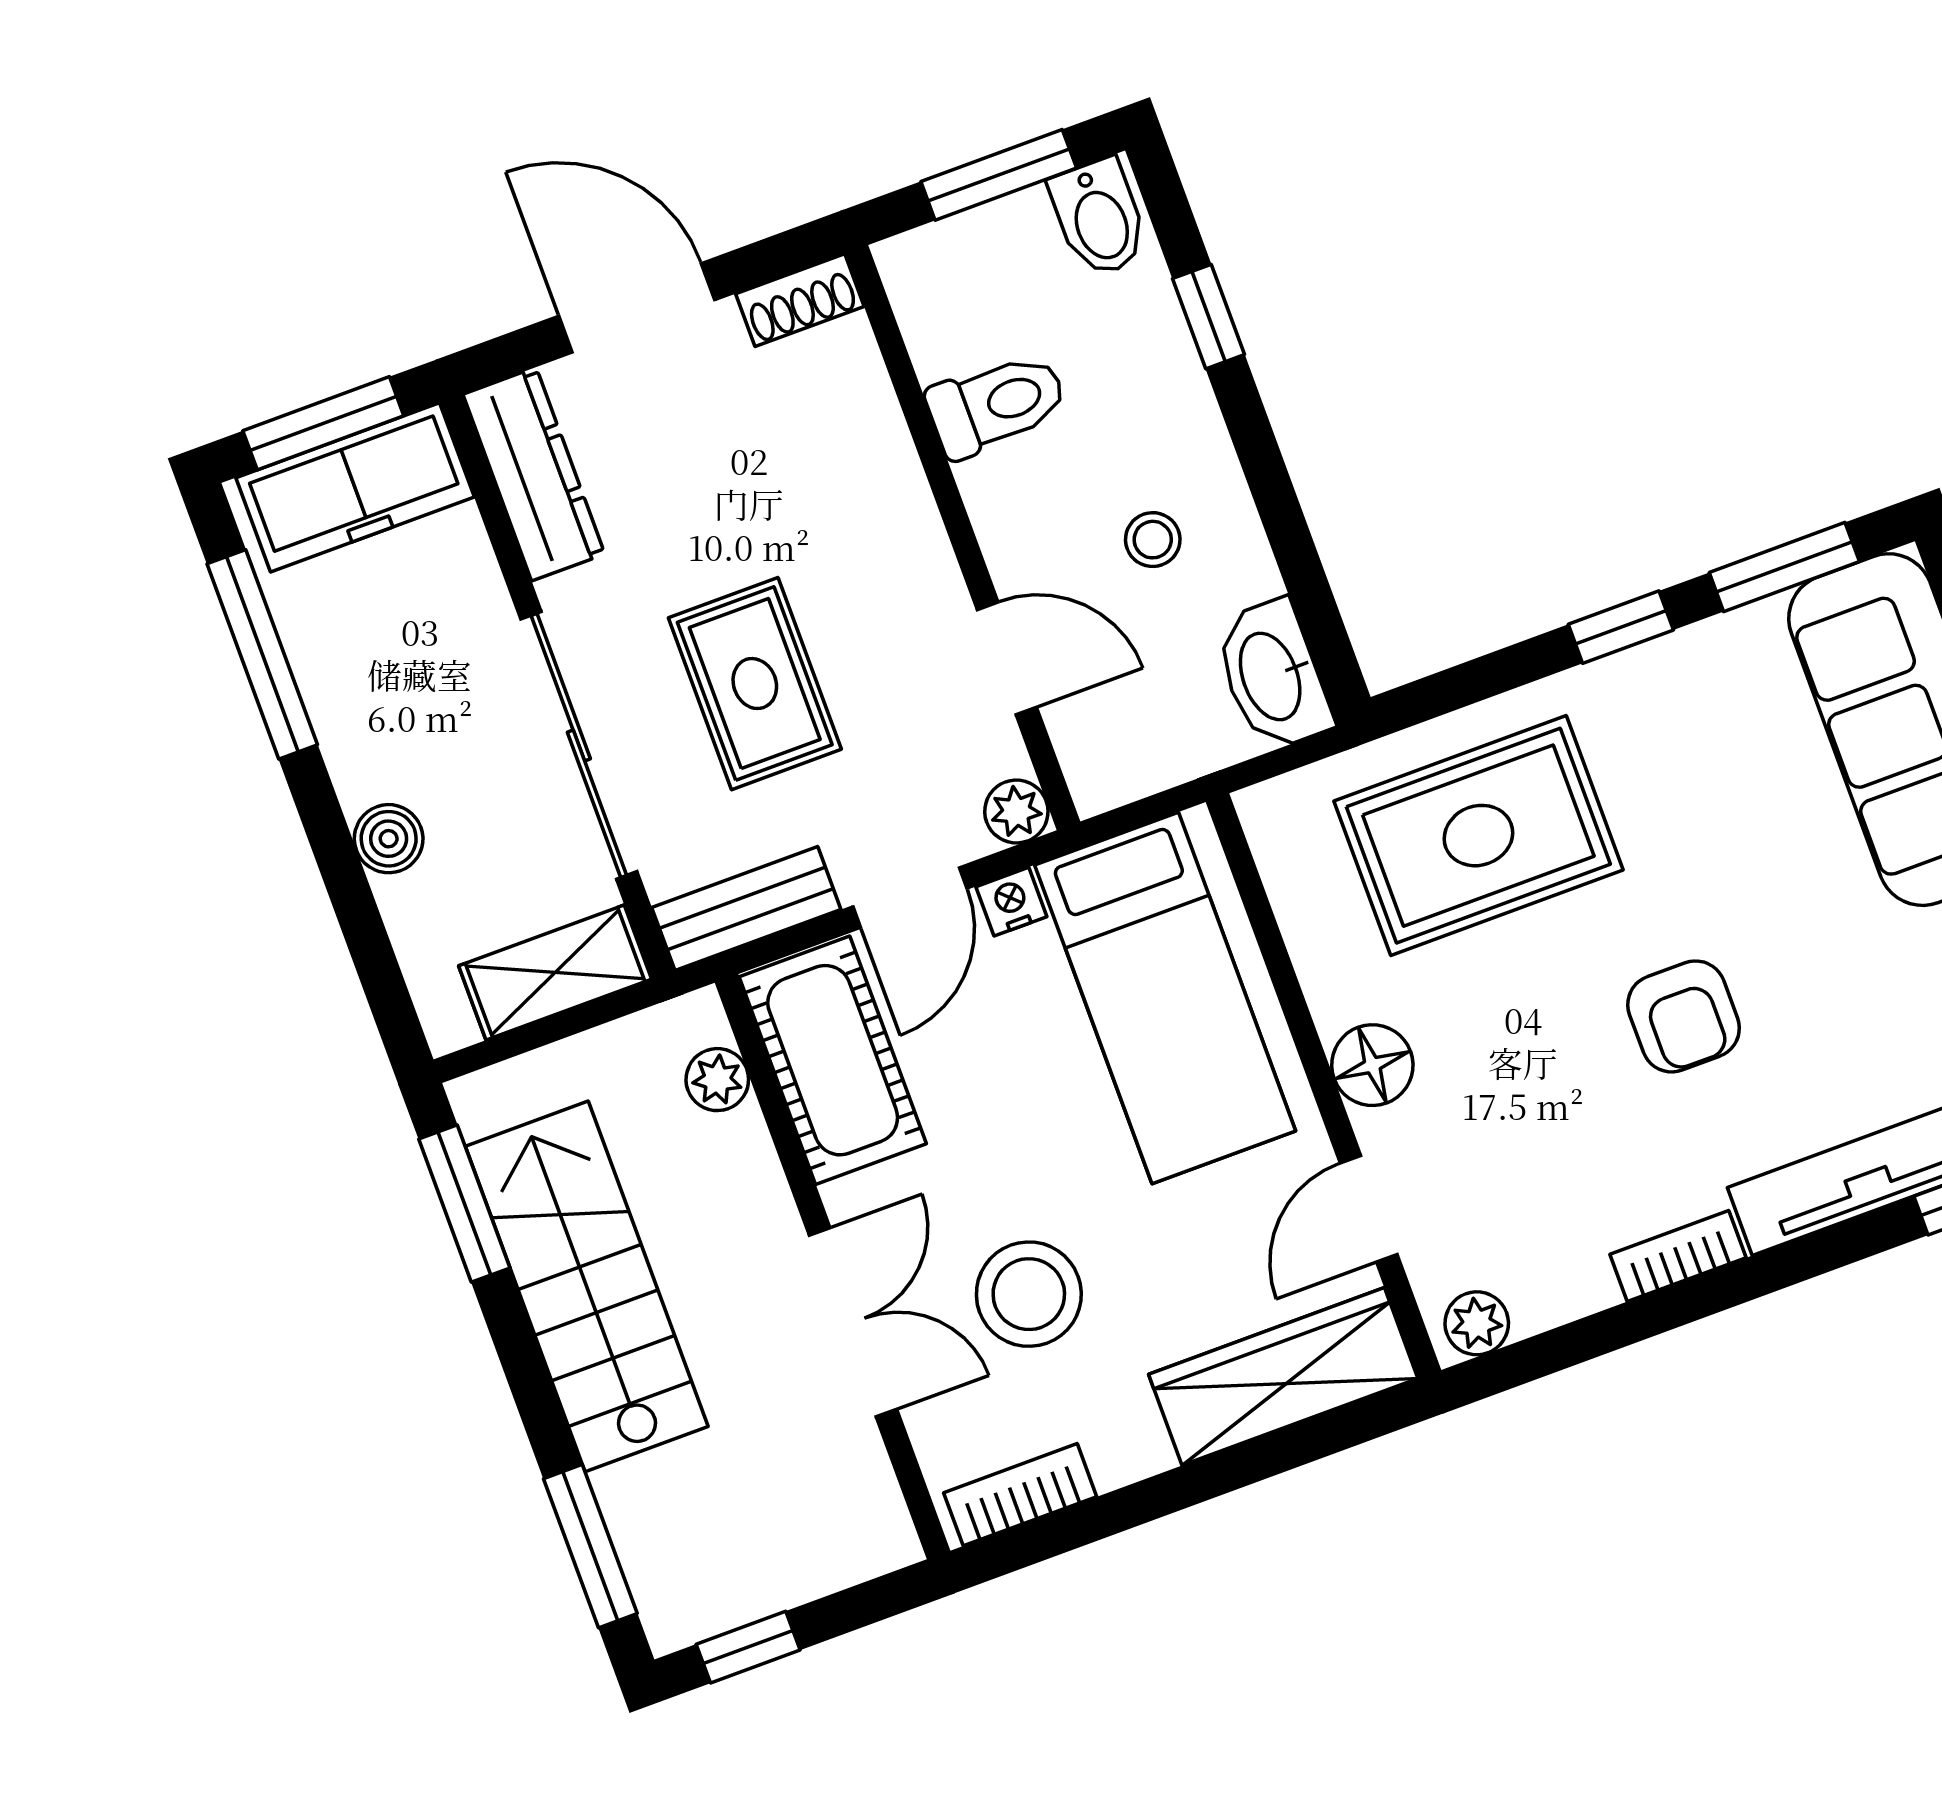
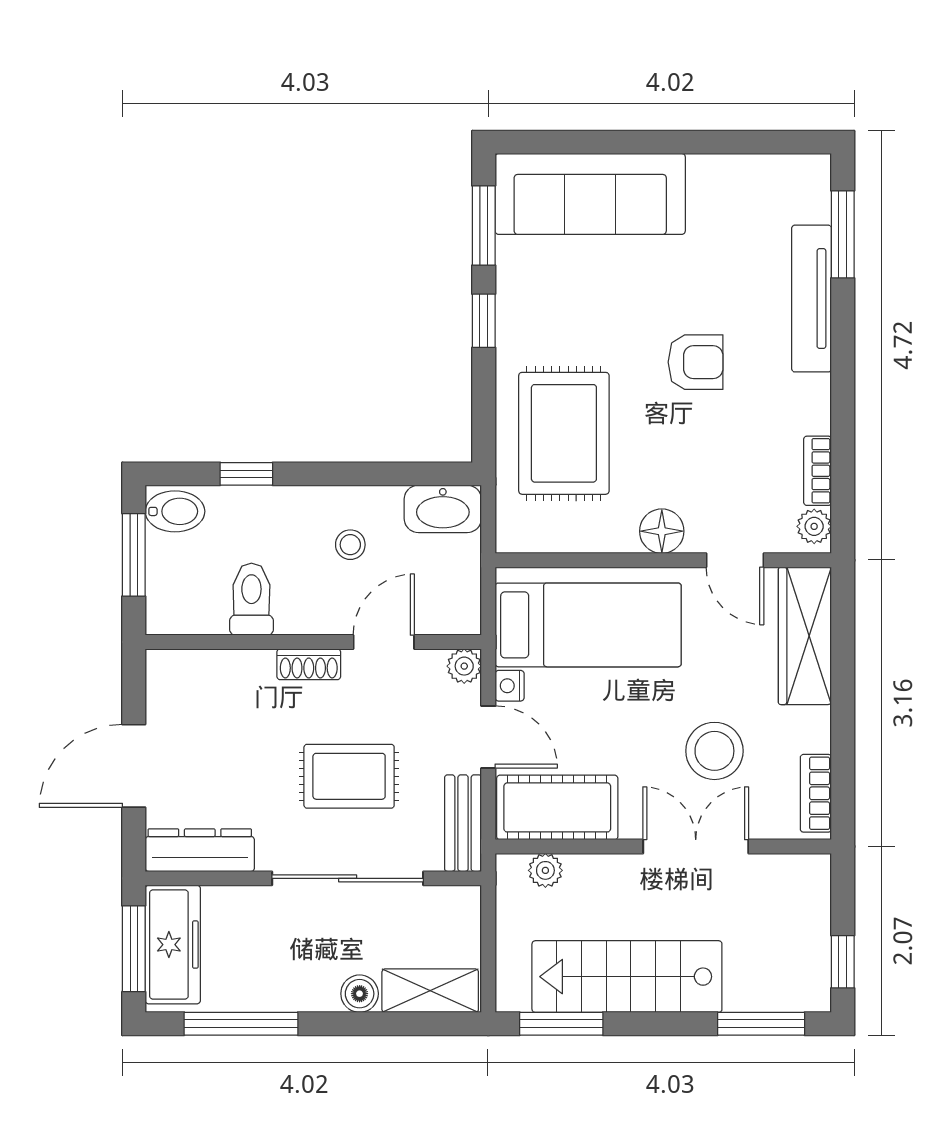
shoe rack: (800, 300) -> (309, 664), moved, turned 90
shelving: (555, 973) -> (430, 991), moved, turned 90
bookcase: (1678, 1256) -> (818, 471), moved

